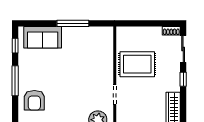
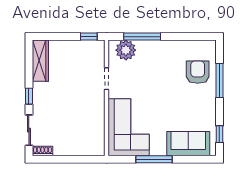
corner sofa: (95, 52) -> (129, 127), added
rug: (137, 64) -> (81, 113), removed
window: (15, 81) -> (219, 80), moved

